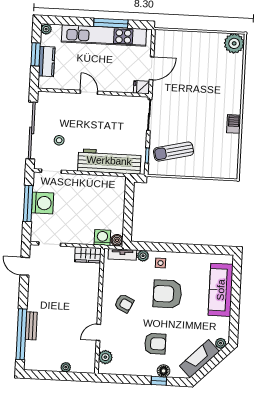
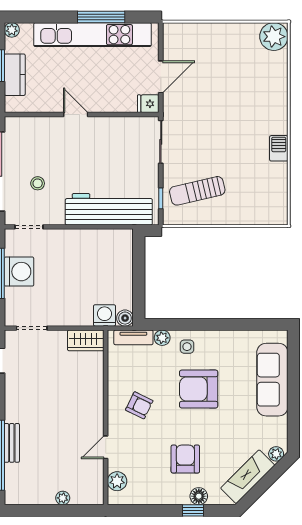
armchair: (155, 344) -> (185, 459), turned -90

